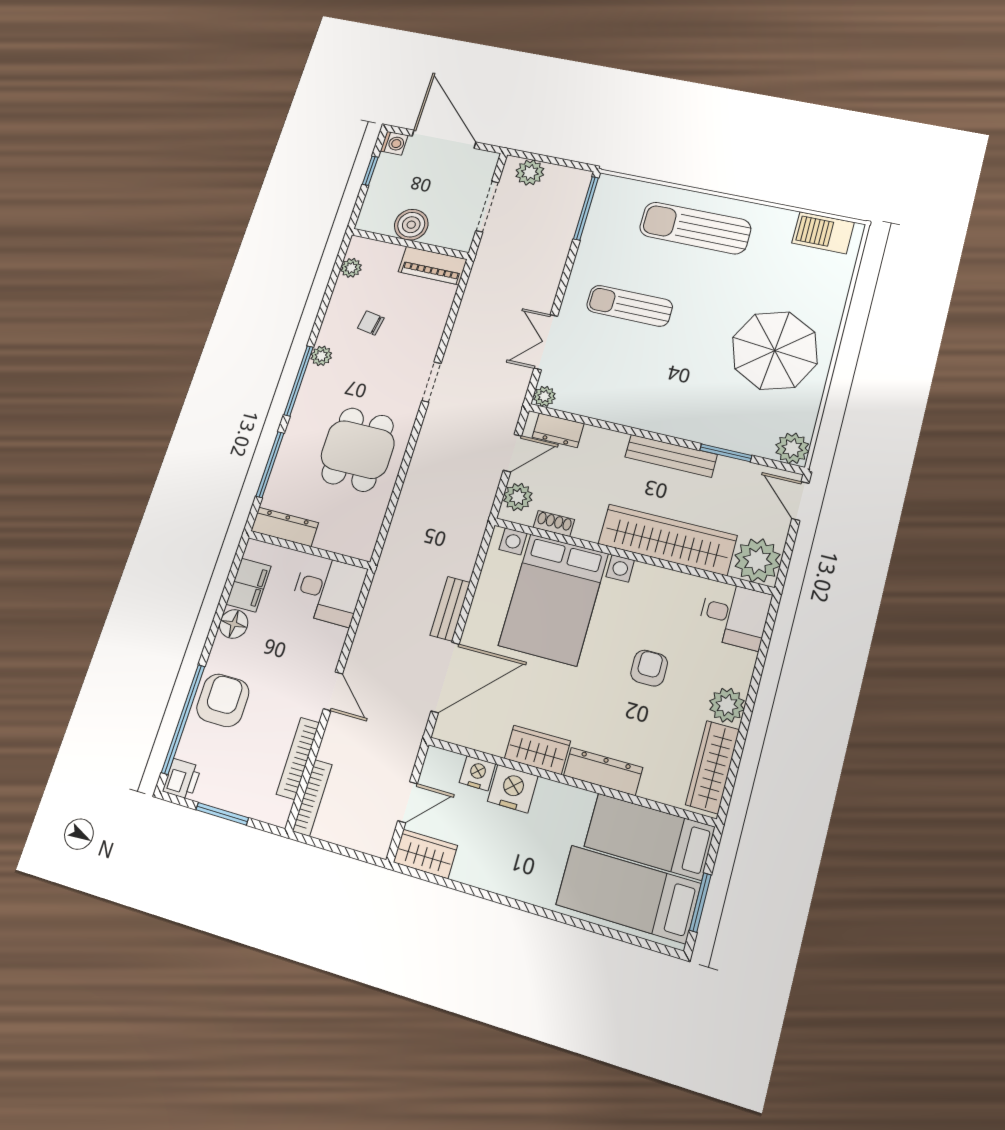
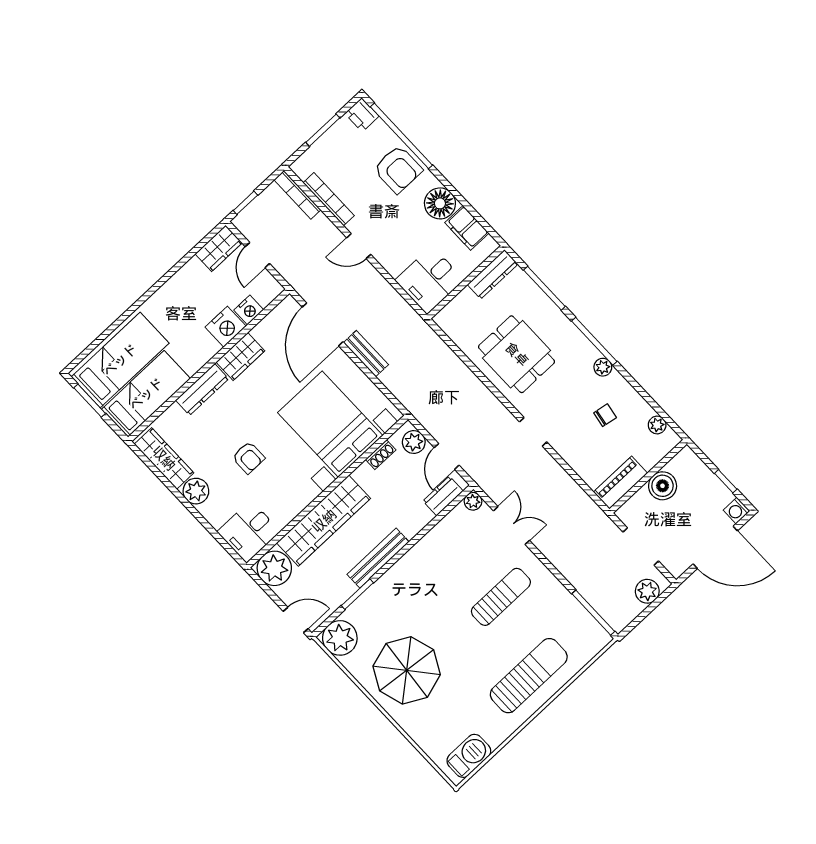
plant: (792, 448) -> (340, 638), width x1.36, depth x1.36
floor lamp: (234, 624) -> (440, 203), width x1.38, depth x1.38
window: (354, 854) -> (245, 203), added

